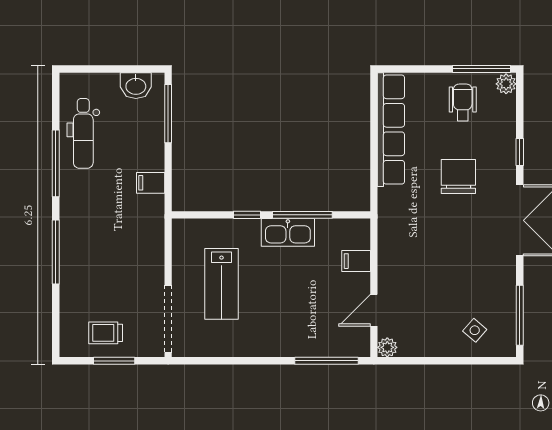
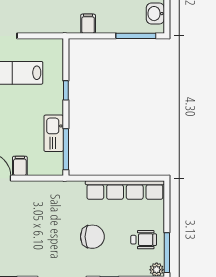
window: (302, 215) -> (66, 149), moved
kitchen sink: (288, 232) -> (54, 133), moved
filing cabinet: (356, 261) -> (20, 166), moved

